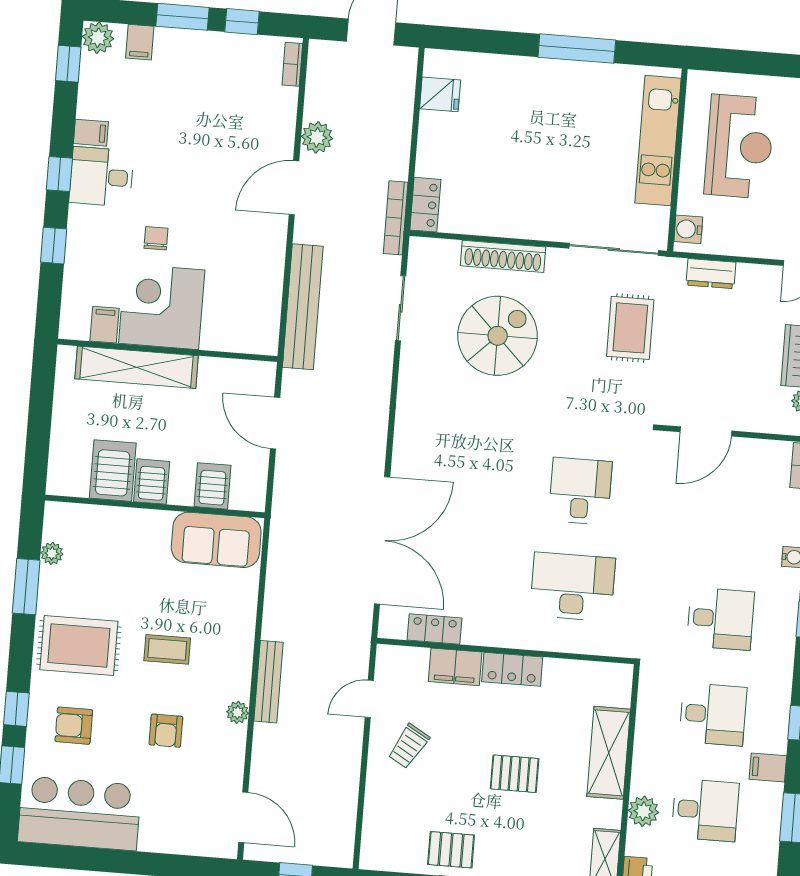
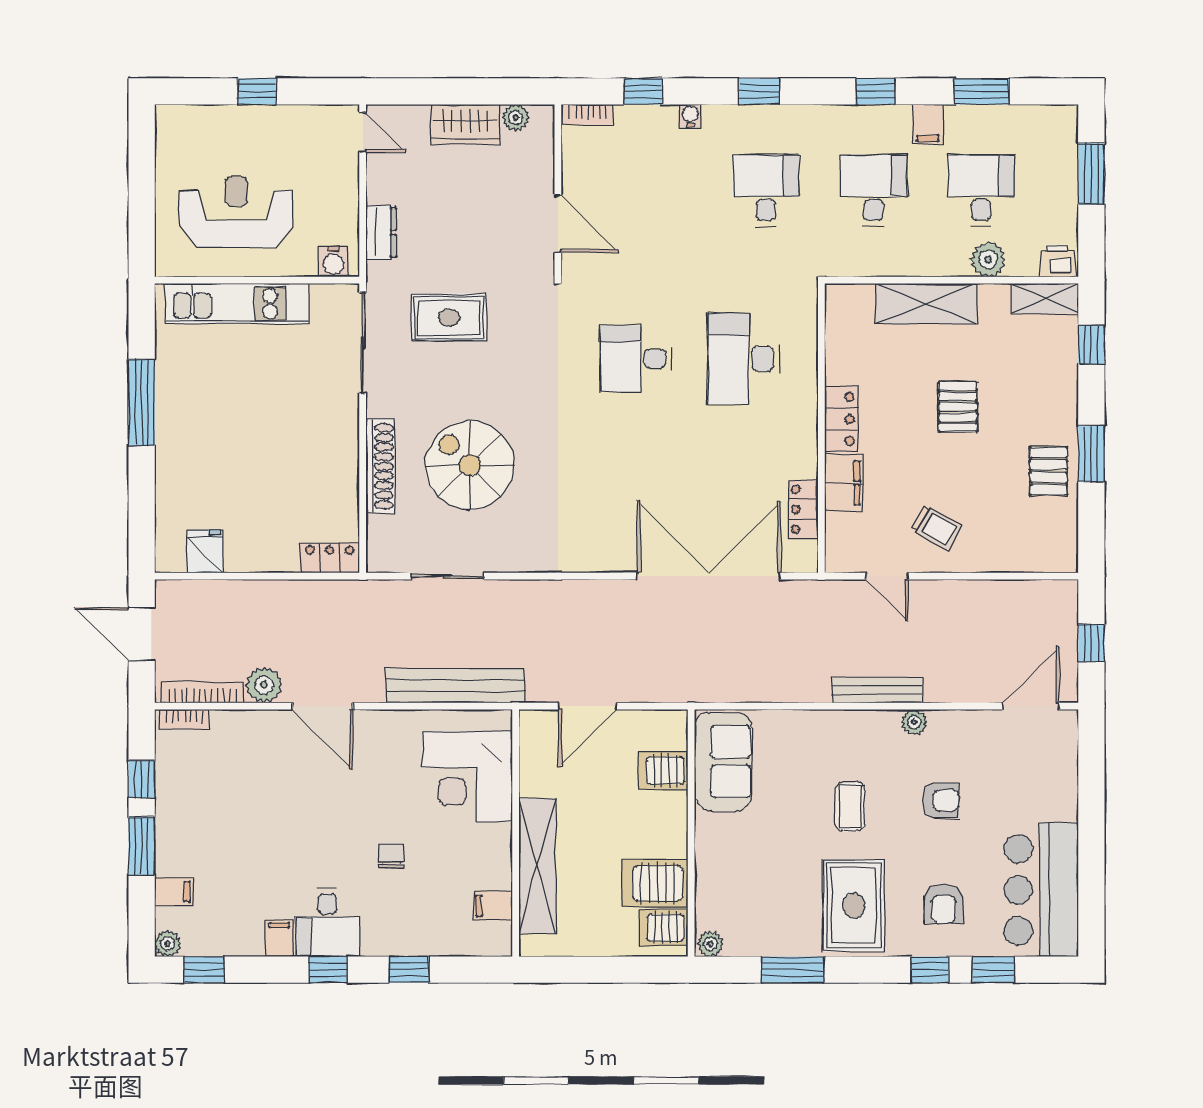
plant: (98, 38) -> (168, 944), width x0.73, depth x0.73
bookcase: (396, 218) -> (202, 692), moved, turned 180
chair: (156, 238) -> (391, 856), turned 90
corner desk: (162, 307) -> (467, 777), moved
server rack: (152, 482) -> (664, 928), moved
plant: (52, 553) -> (710, 944), moved

